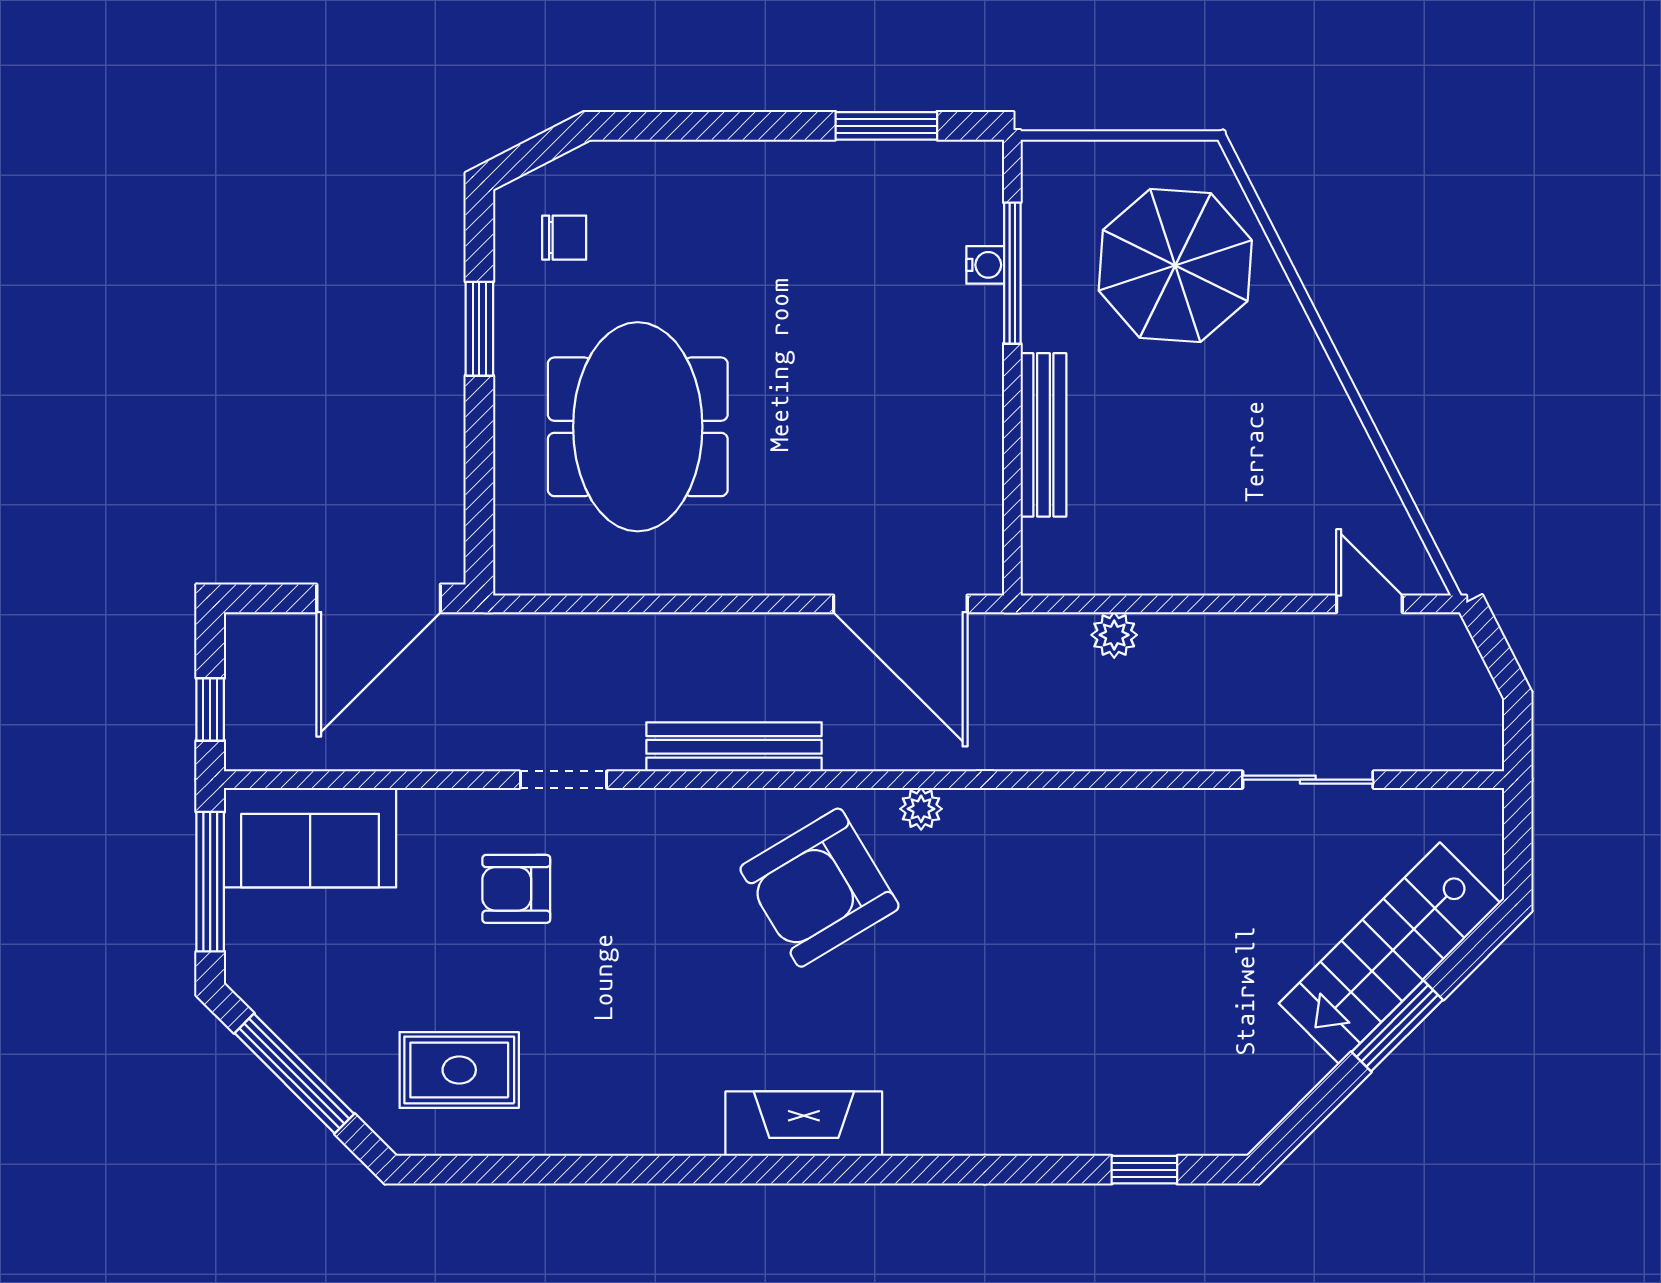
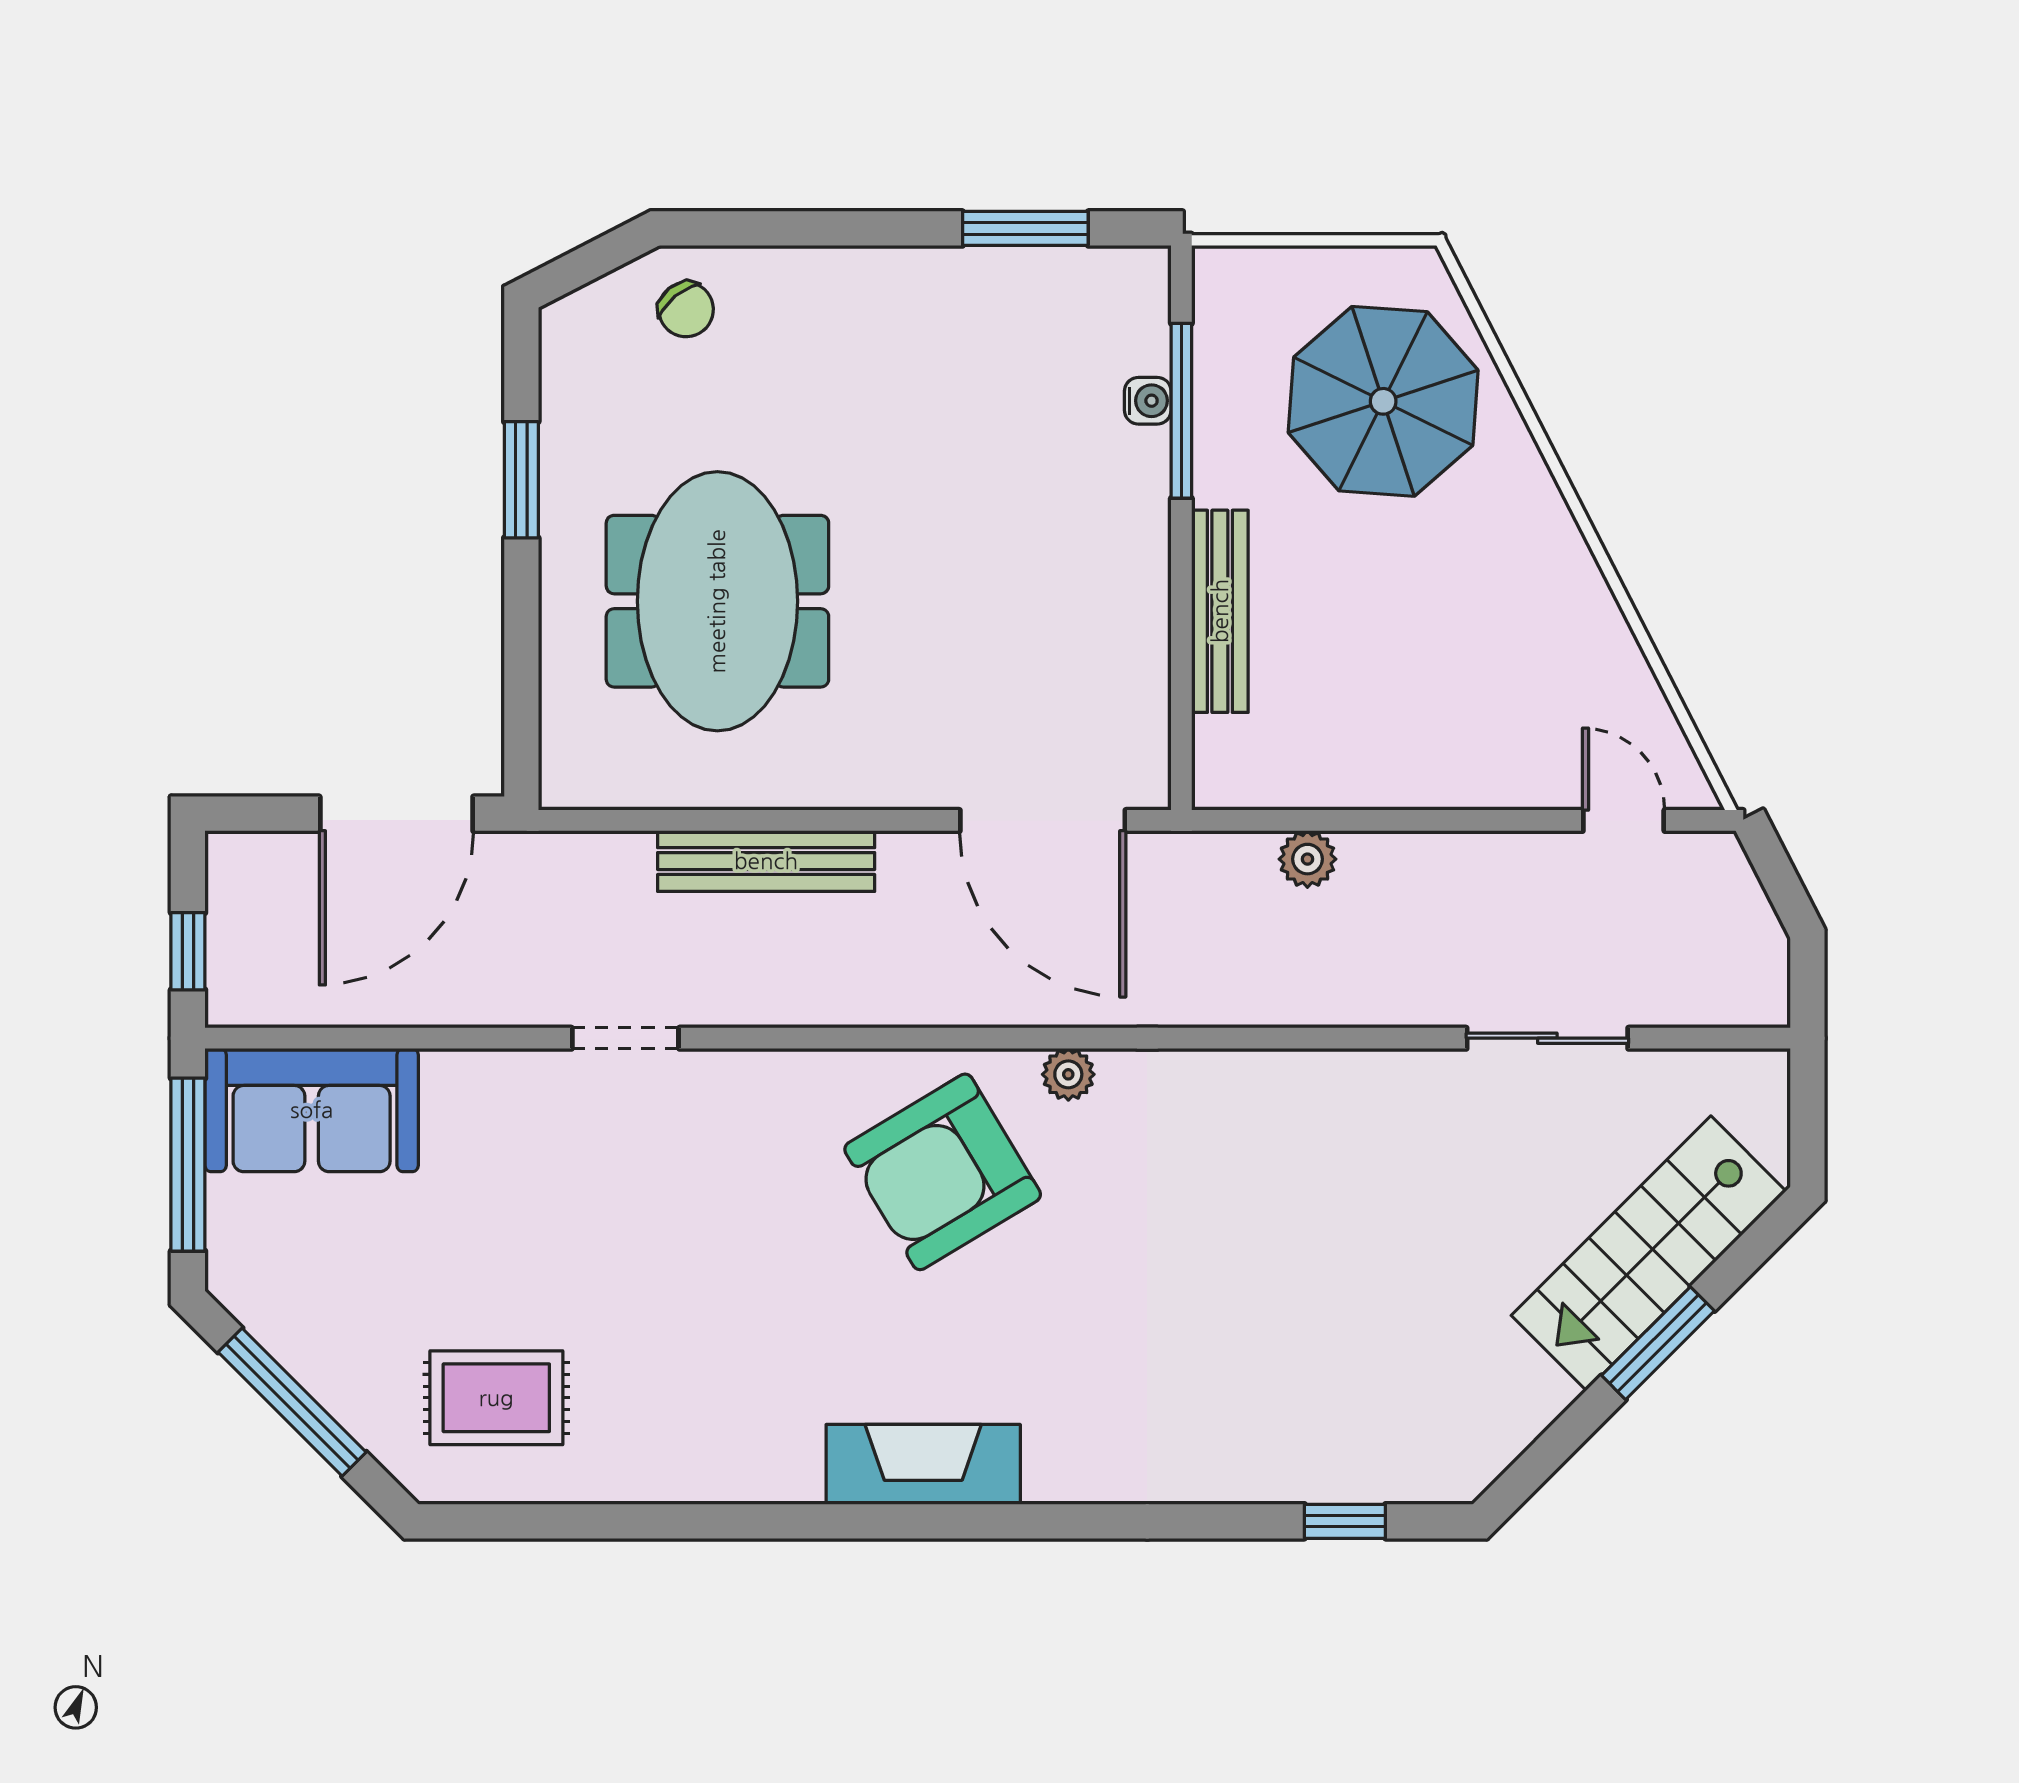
chair: (564, 238) -> (686, 310), moved, turned 51
bench: (734, 747) -> (766, 861), moved
armchair: (516, 889) -> (567, 1173), removed

